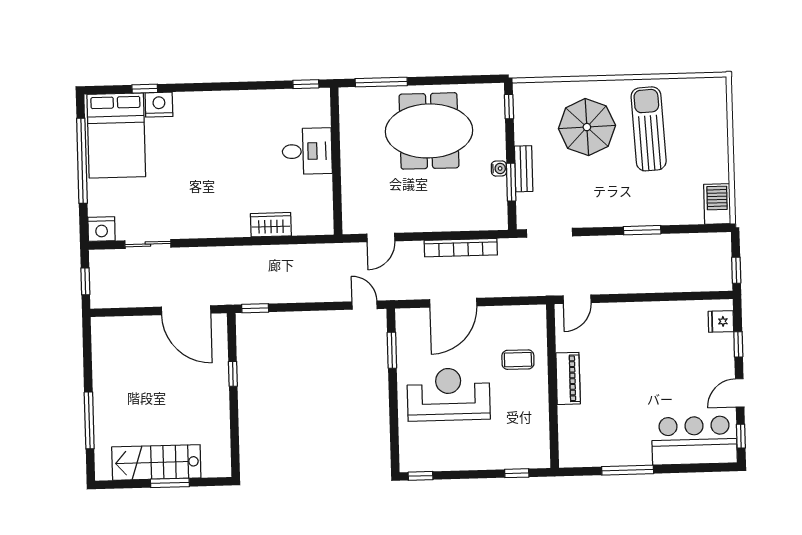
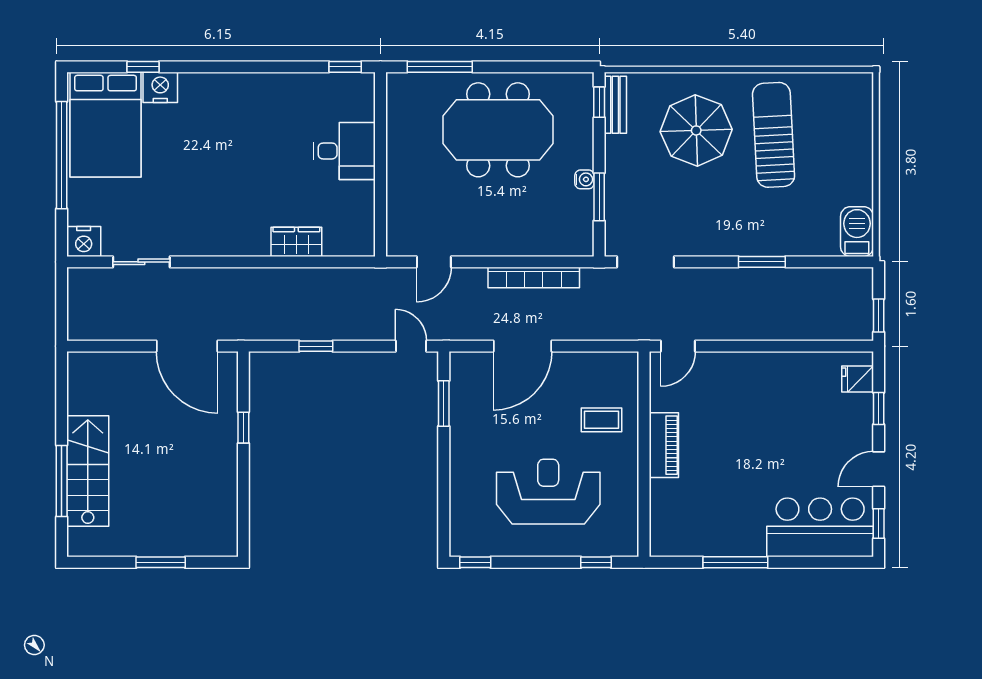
bench: (524, 169) -> (615, 105), moved
window: (85, 281) -> (62, 306), removed
window: (255, 308) -> (316, 346), moved
reception desk: (448, 394) -> (548, 492), moved
stairs: (156, 462) -> (88, 471), moved, turned 90

